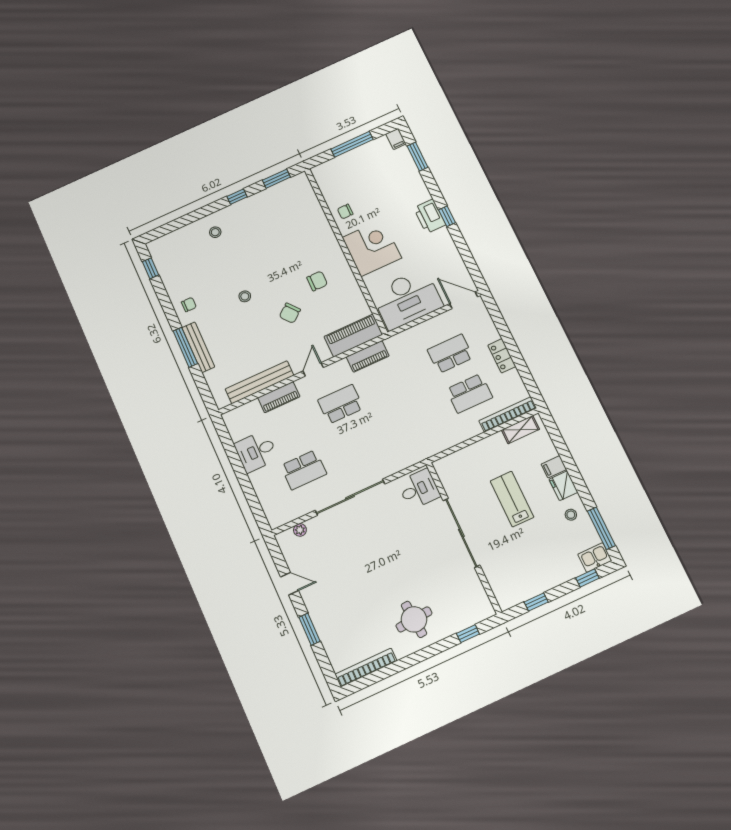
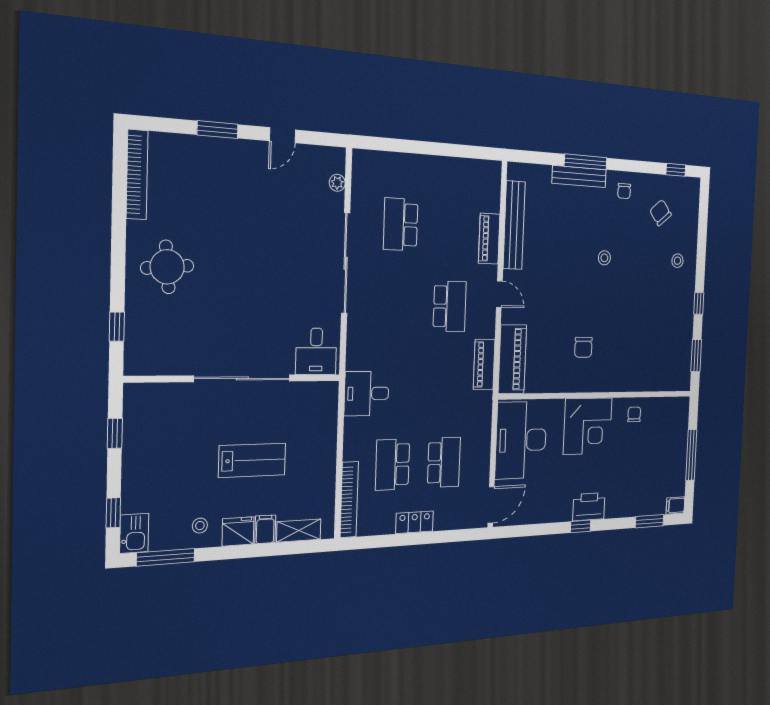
chair: (290, 313) -> (661, 213), moved
shelving: (520, 430) -> (299, 531), moved, turned 90
desk: (256, 451) -> (367, 394), moved, turned -90

